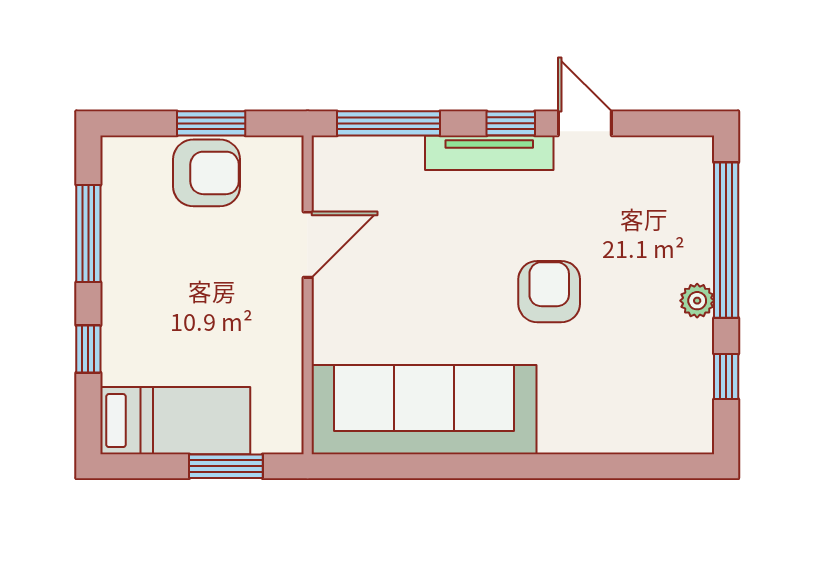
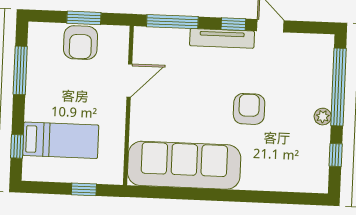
armchair: (207, 173) -> (80, 43), turned 90
window: (88, 349) -> (17, 146), moved
bed: (175, 421) -> (61, 140), moved
window: (226, 466) -> (84, 189), width x0.67

